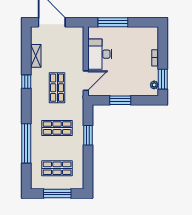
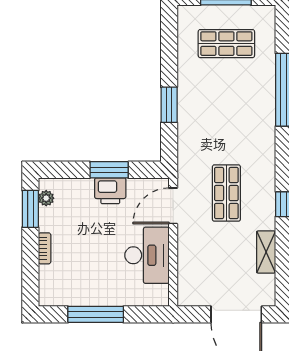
window: (113, 22) -> (96, 314), moved
printer: (120, 89) -> (110, 191), added
shop shelf: (57, 128) -> (226, 118), removed

